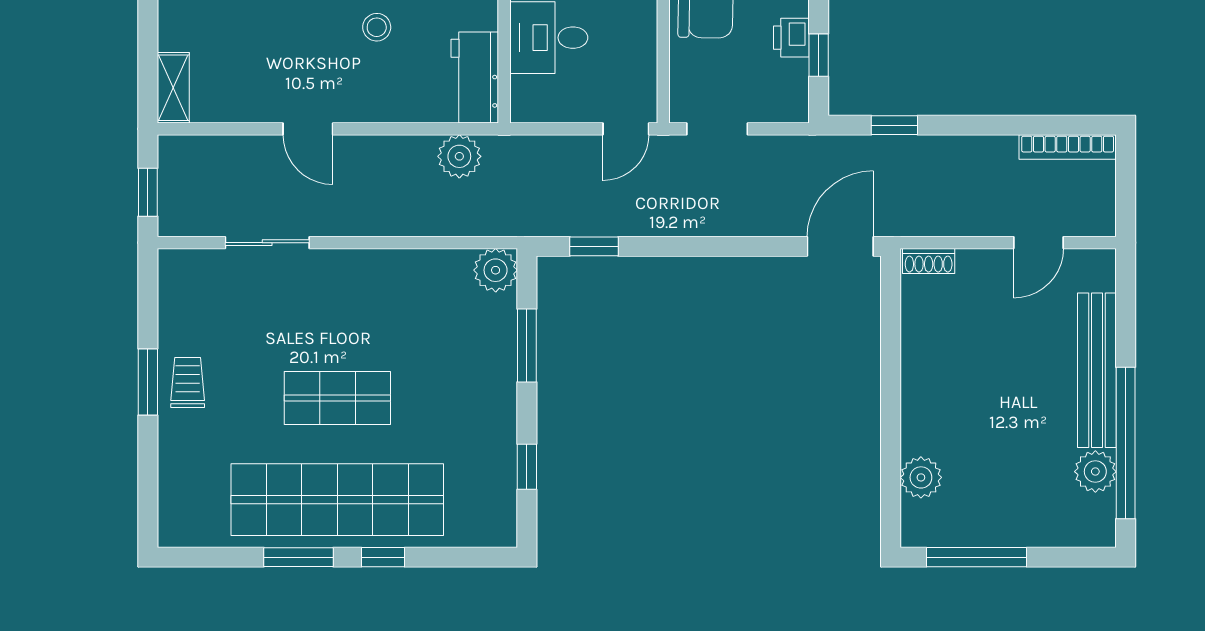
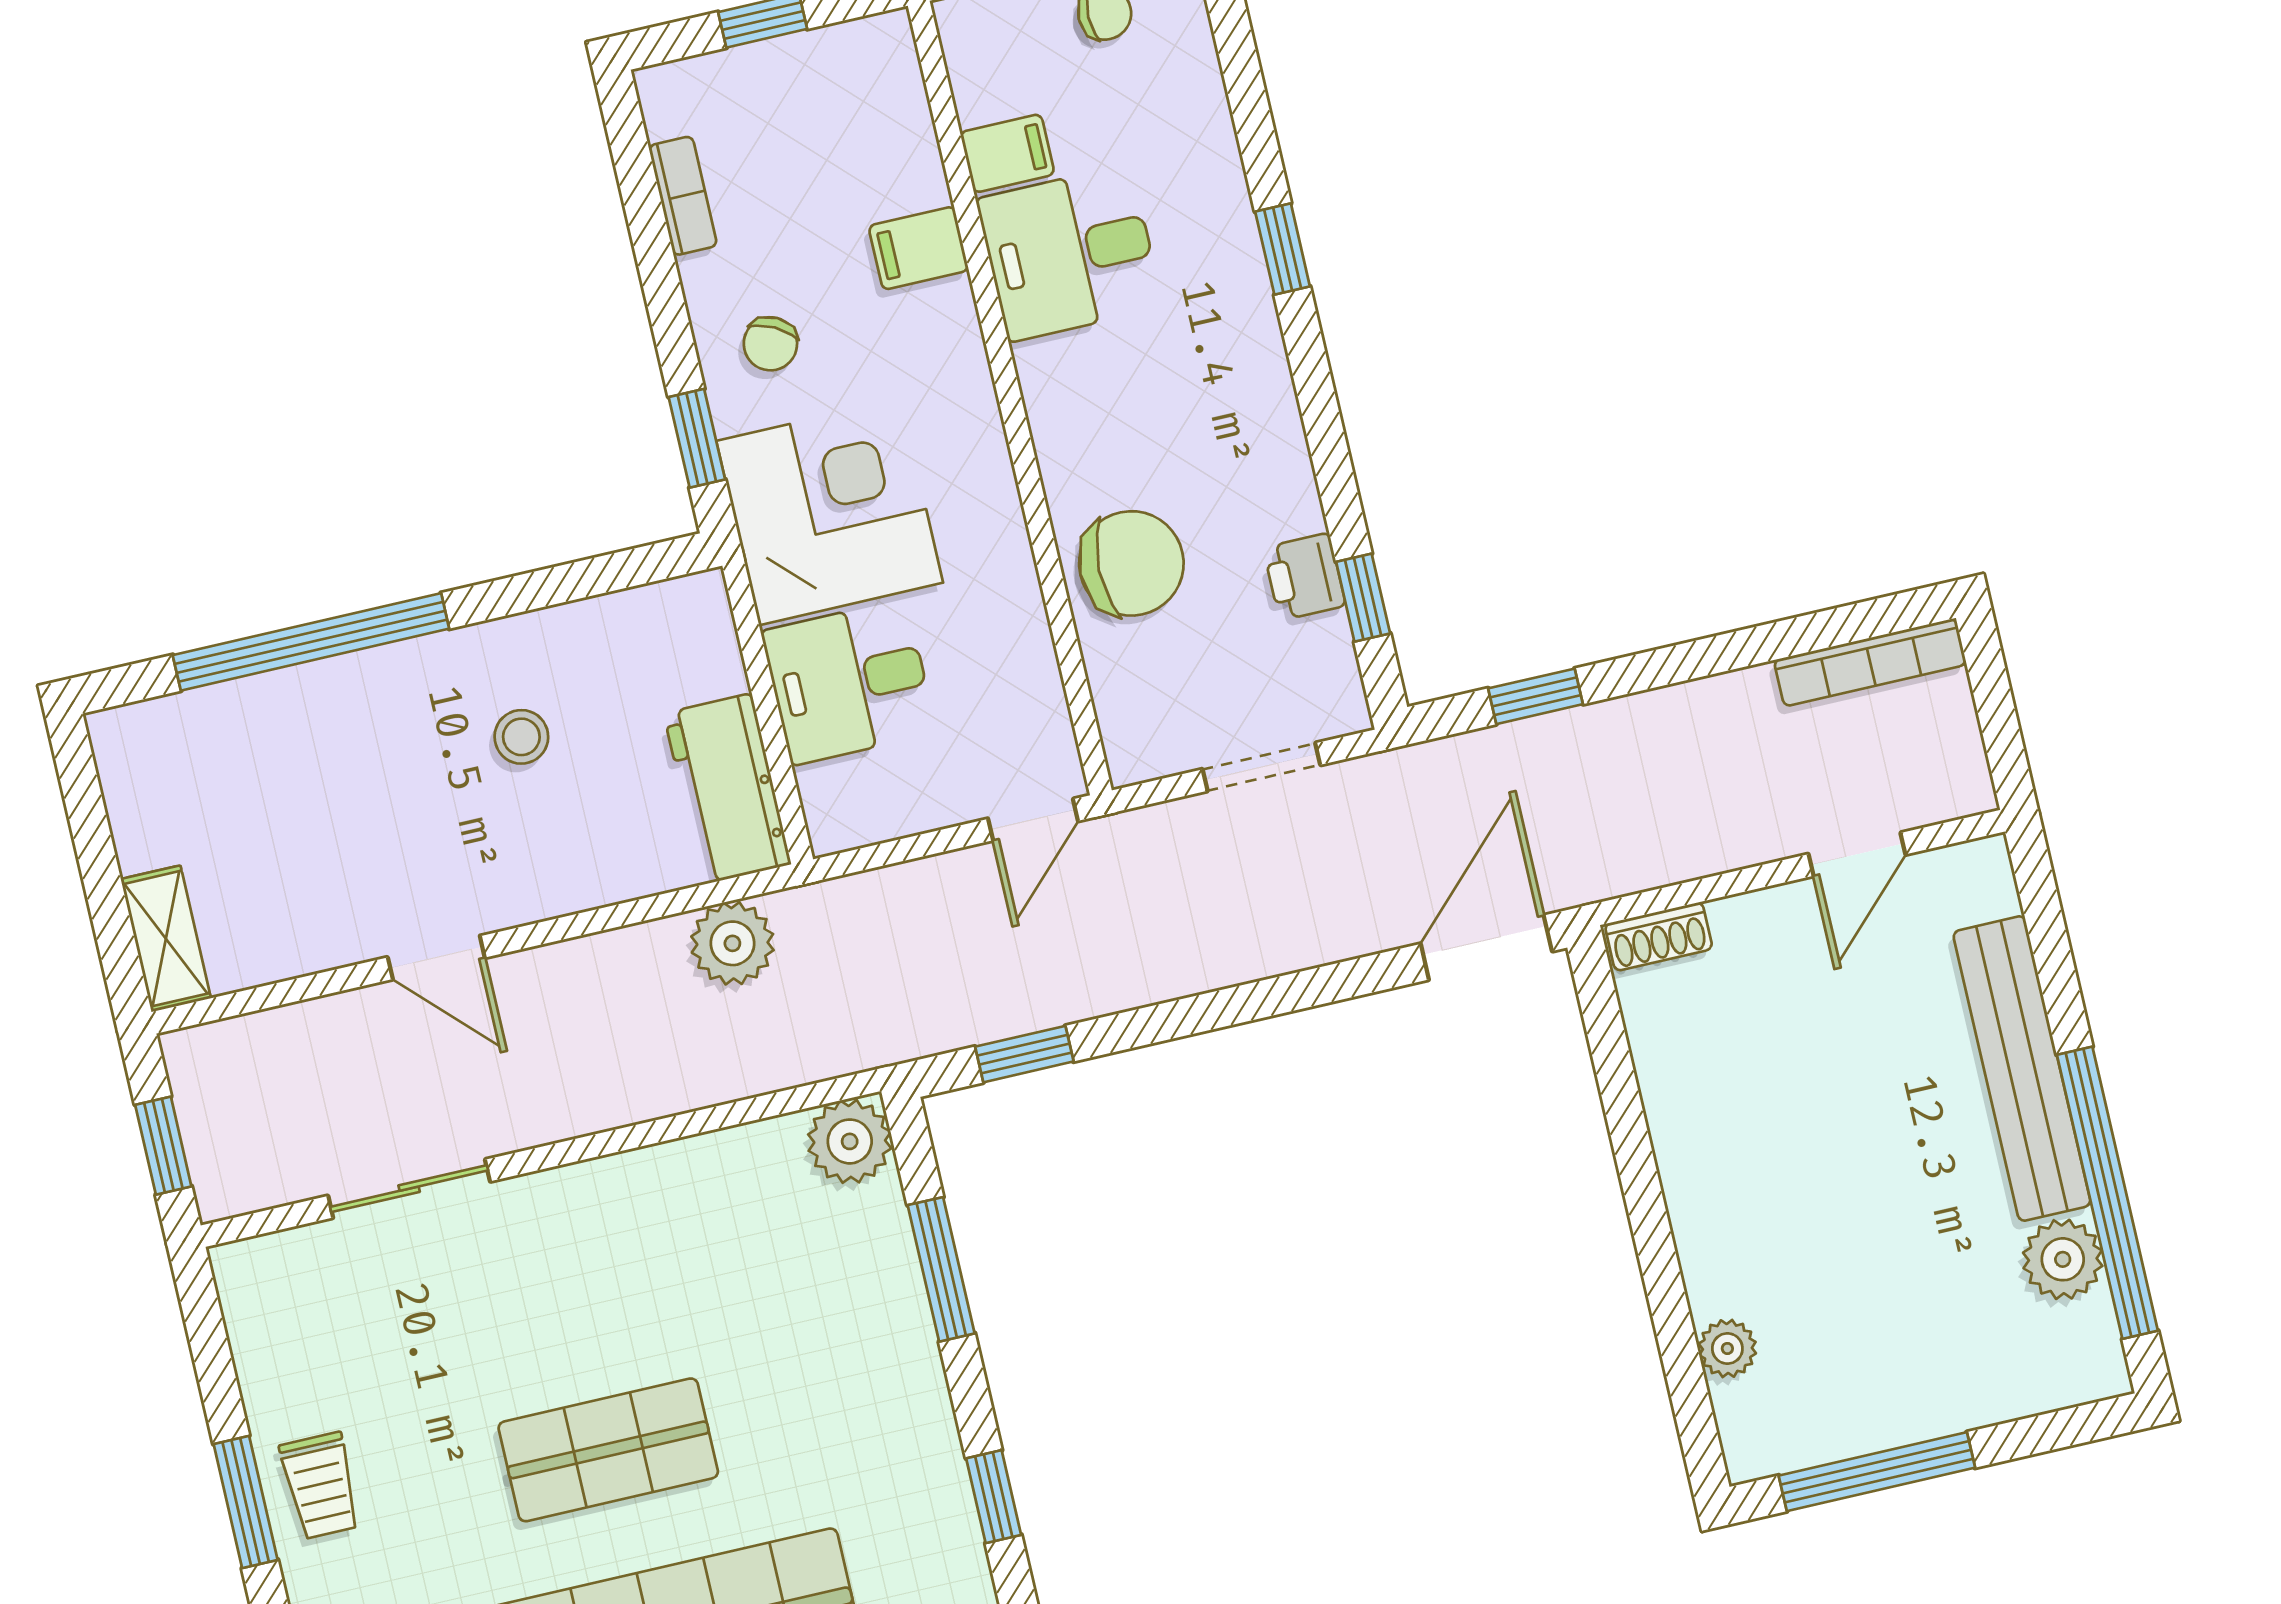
doorway: (717, 129) -> (1261, 767), moved
trolley: (188, 382) -> (320, 1486), turned 180
plant: (921, 477) -> (1727, 1349), width x0.73, depth x0.73

